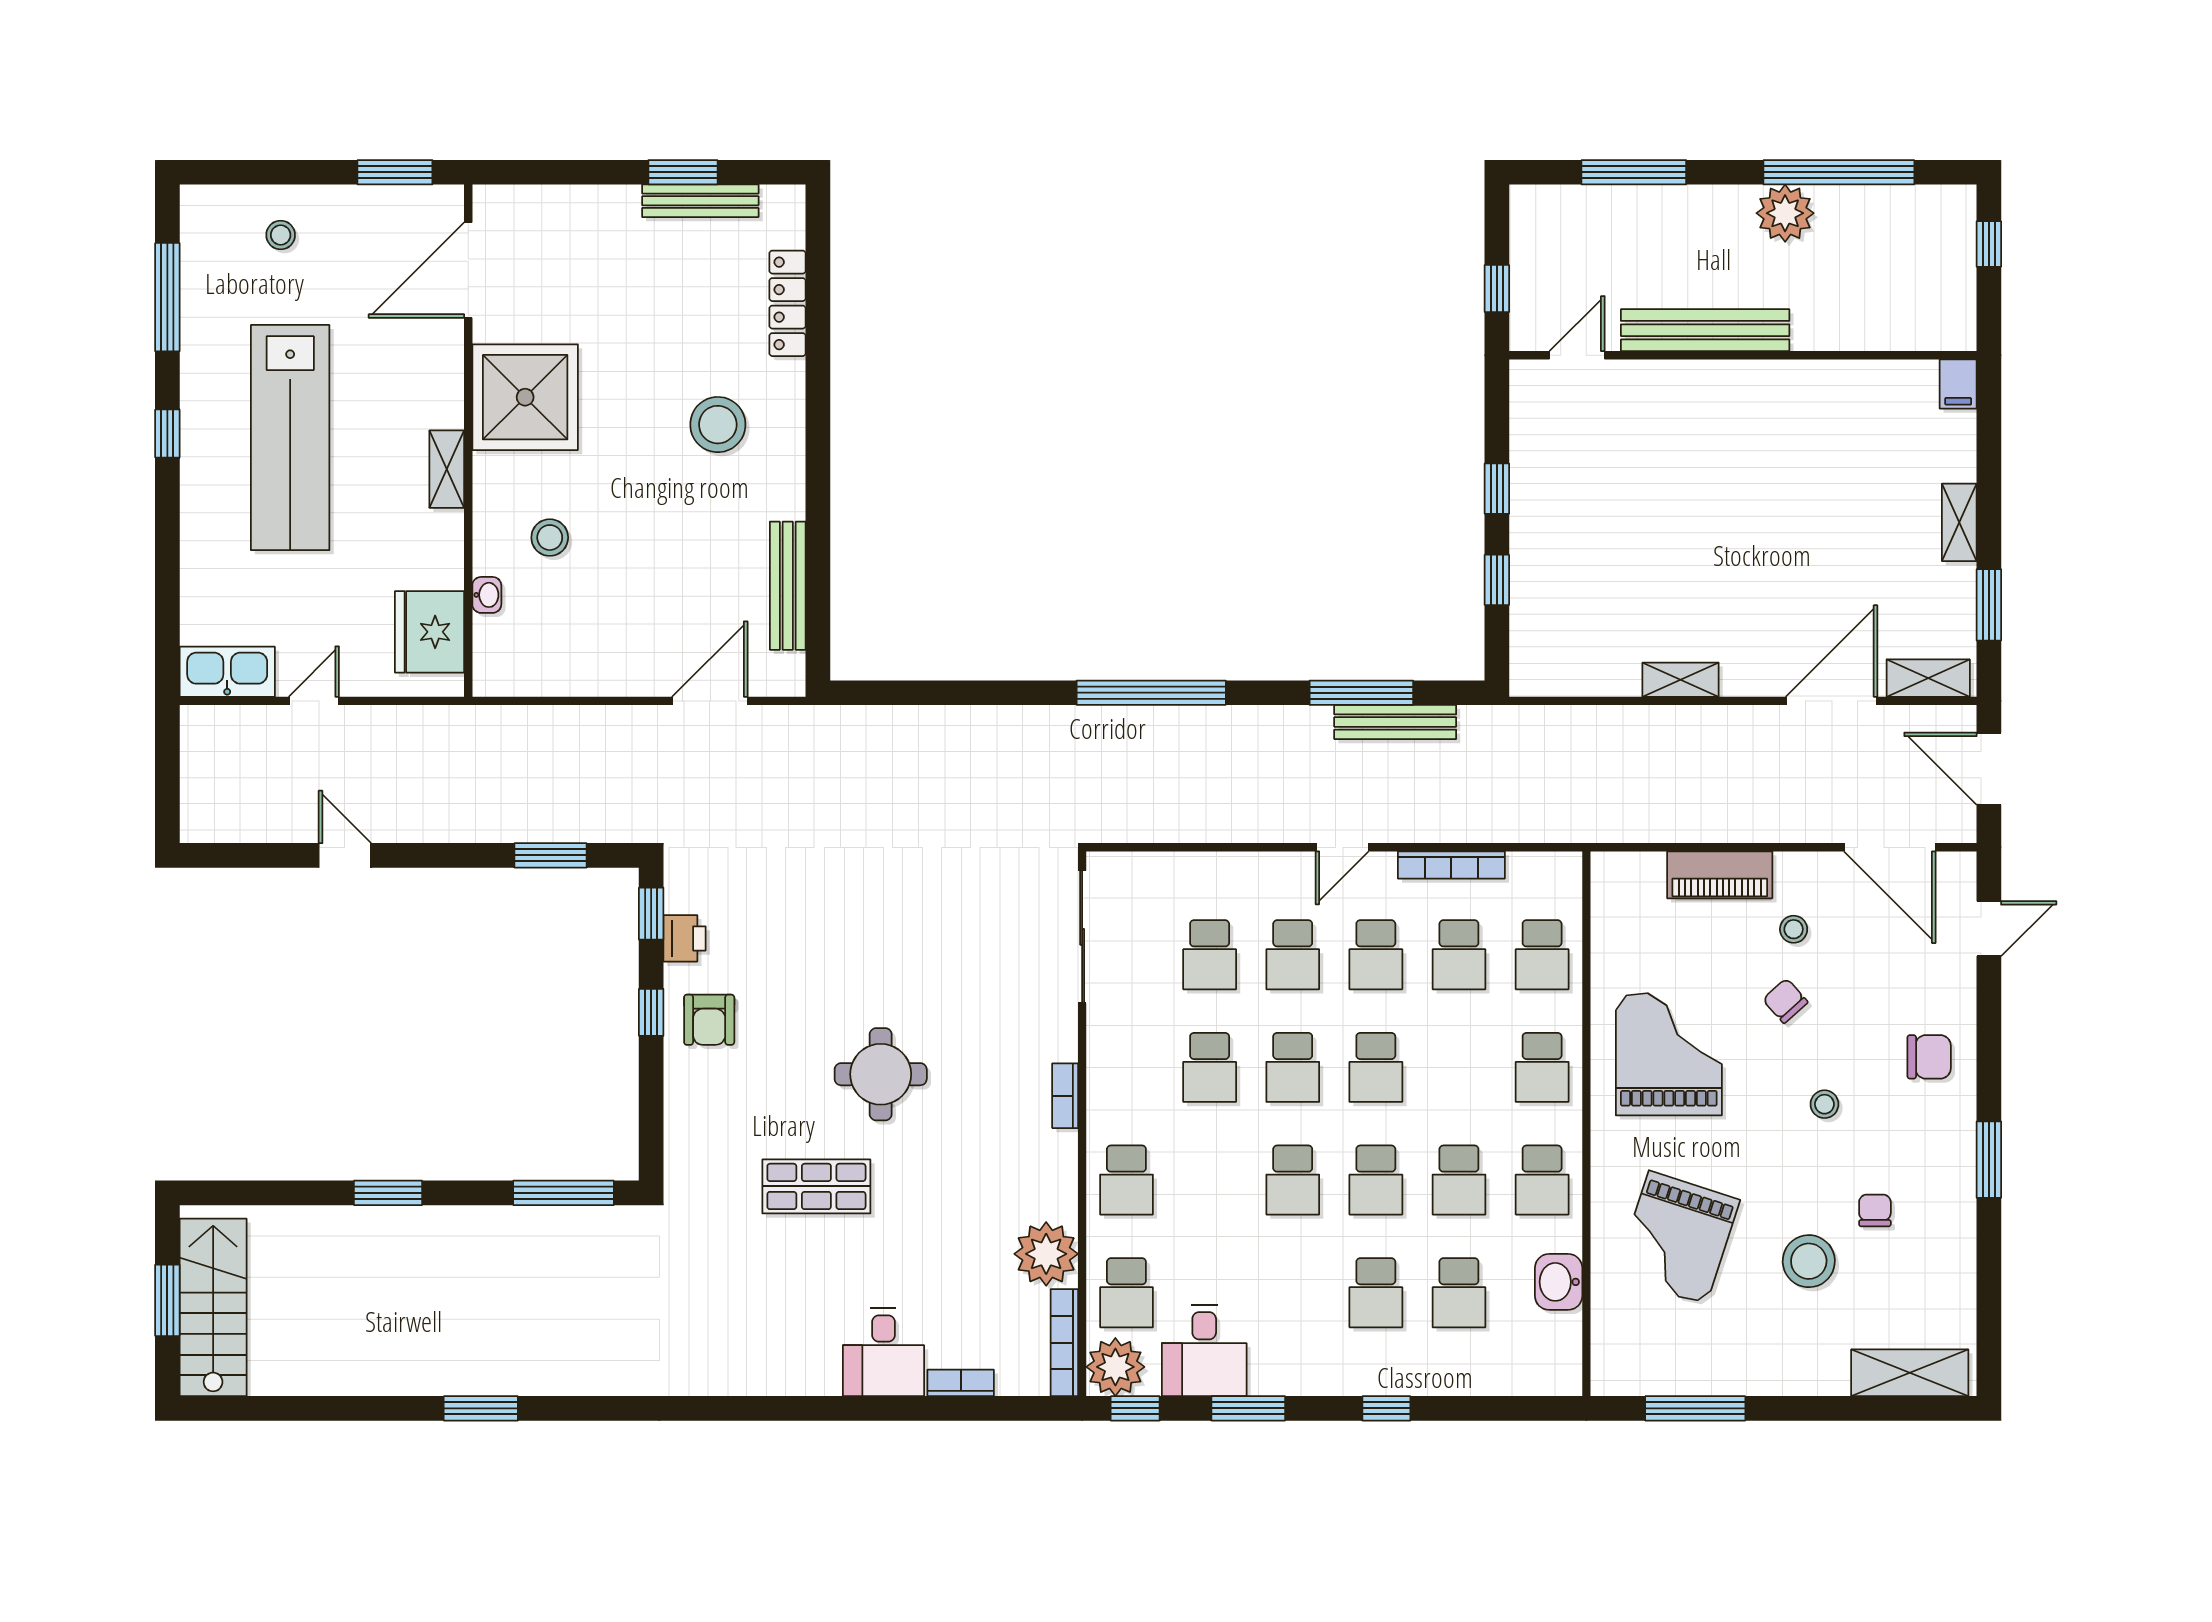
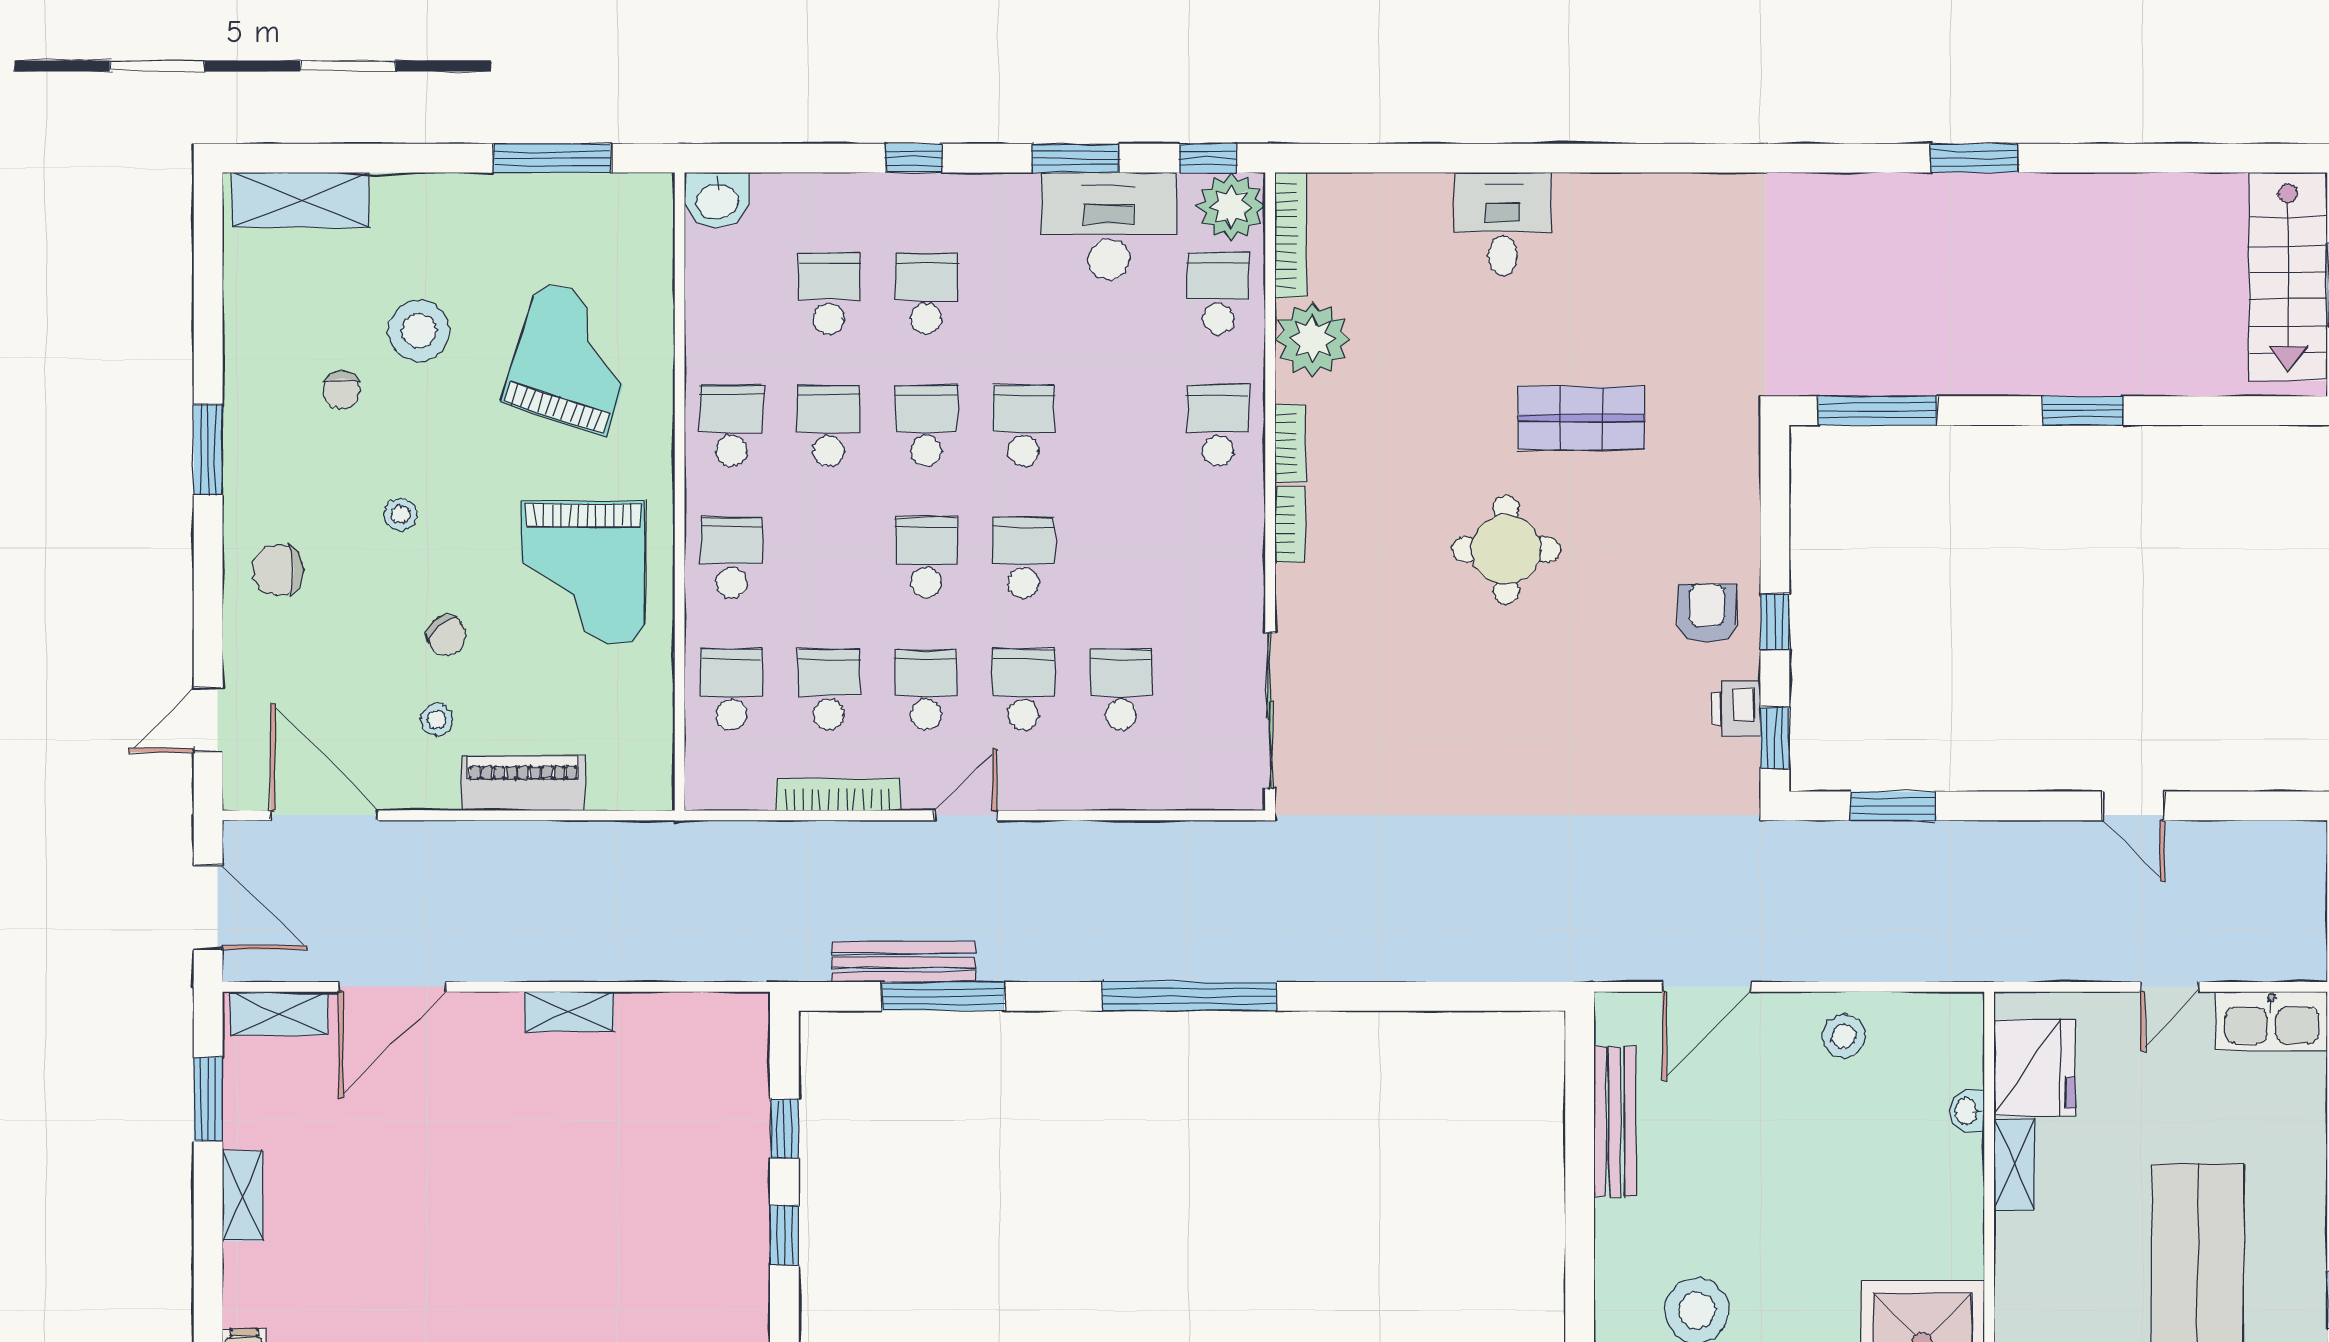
shelving: (447, 469) -> (2014, 1165), moved
stool: (550, 538) -> (1844, 1036), moved
school desk: (1210, 1067) -> (1121, 558), removed
washbasin: (1559, 1282) -> (717, 200), moved, turned 90
desk: (1204, 1350) -> (1109, 226), width x1.37
bookcase: (961, 1383) -> (1290, 444), moved, turned -90

